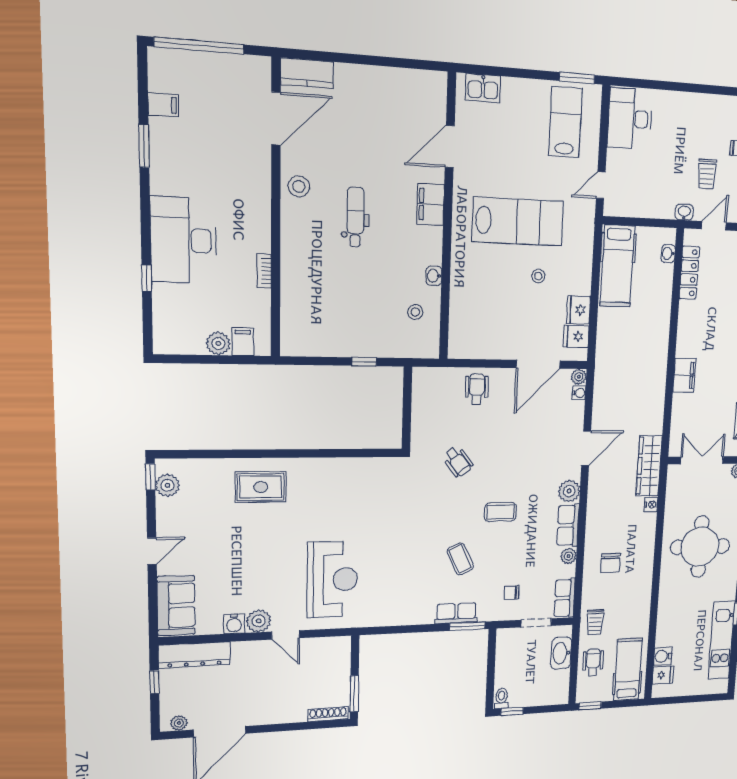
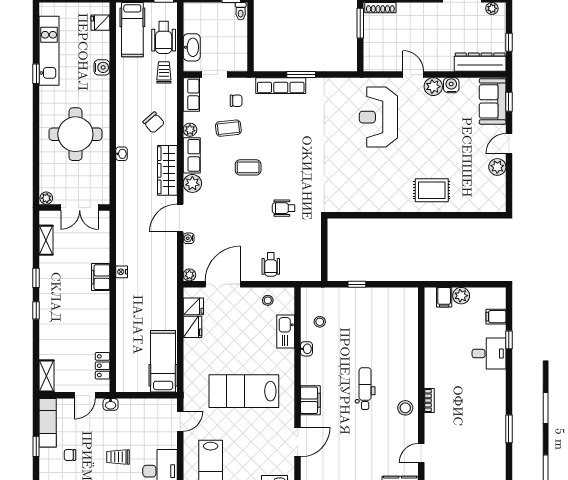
filing cabinet: (163, 105) -> (496, 317), moved
door: (276, 119) -> (421, 453), width x0.53
trolley: (707, 174) -> (118, 457), moved, turned -90
dental chair: (355, 217) -> (365, 389), turned 180
desk: (184, 240) -> (489, 354), width x0.53, depth x0.77
washbasin: (668, 254) -> (122, 154), moved
bookcase: (264, 271) -> (429, 401), moved
locker: (689, 273) -> (103, 366), width x0.66
stool: (538, 276) -> (268, 300), moved
kitchen sink: (461, 300) -> (286, 332), added
water cooler: (579, 393) -> (189, 238), moved
wheelchair: (458, 462) -> (284, 208), turned -53
wardrobe: (649, 466) -> (167, 170), moved, turned 180
window: (150, 477) -> (509, 102), moved
plant: (167, 485) -> (497, 167), moved
nightstand: (651, 504) -> (122, 272), moved
coffee table: (460, 559) -> (228, 128), moved, turned -71
chair: (610, 563) -> (154, 123), turned 139
row of seats: (456, 613) -> (281, 86), width x1.48
window: (467, 626) -> (301, 74), moved
water cooler: (663, 656) -> (102, 67), moved
wheelchair: (593, 663) -> (164, 37), width x1.36, depth x1.37

